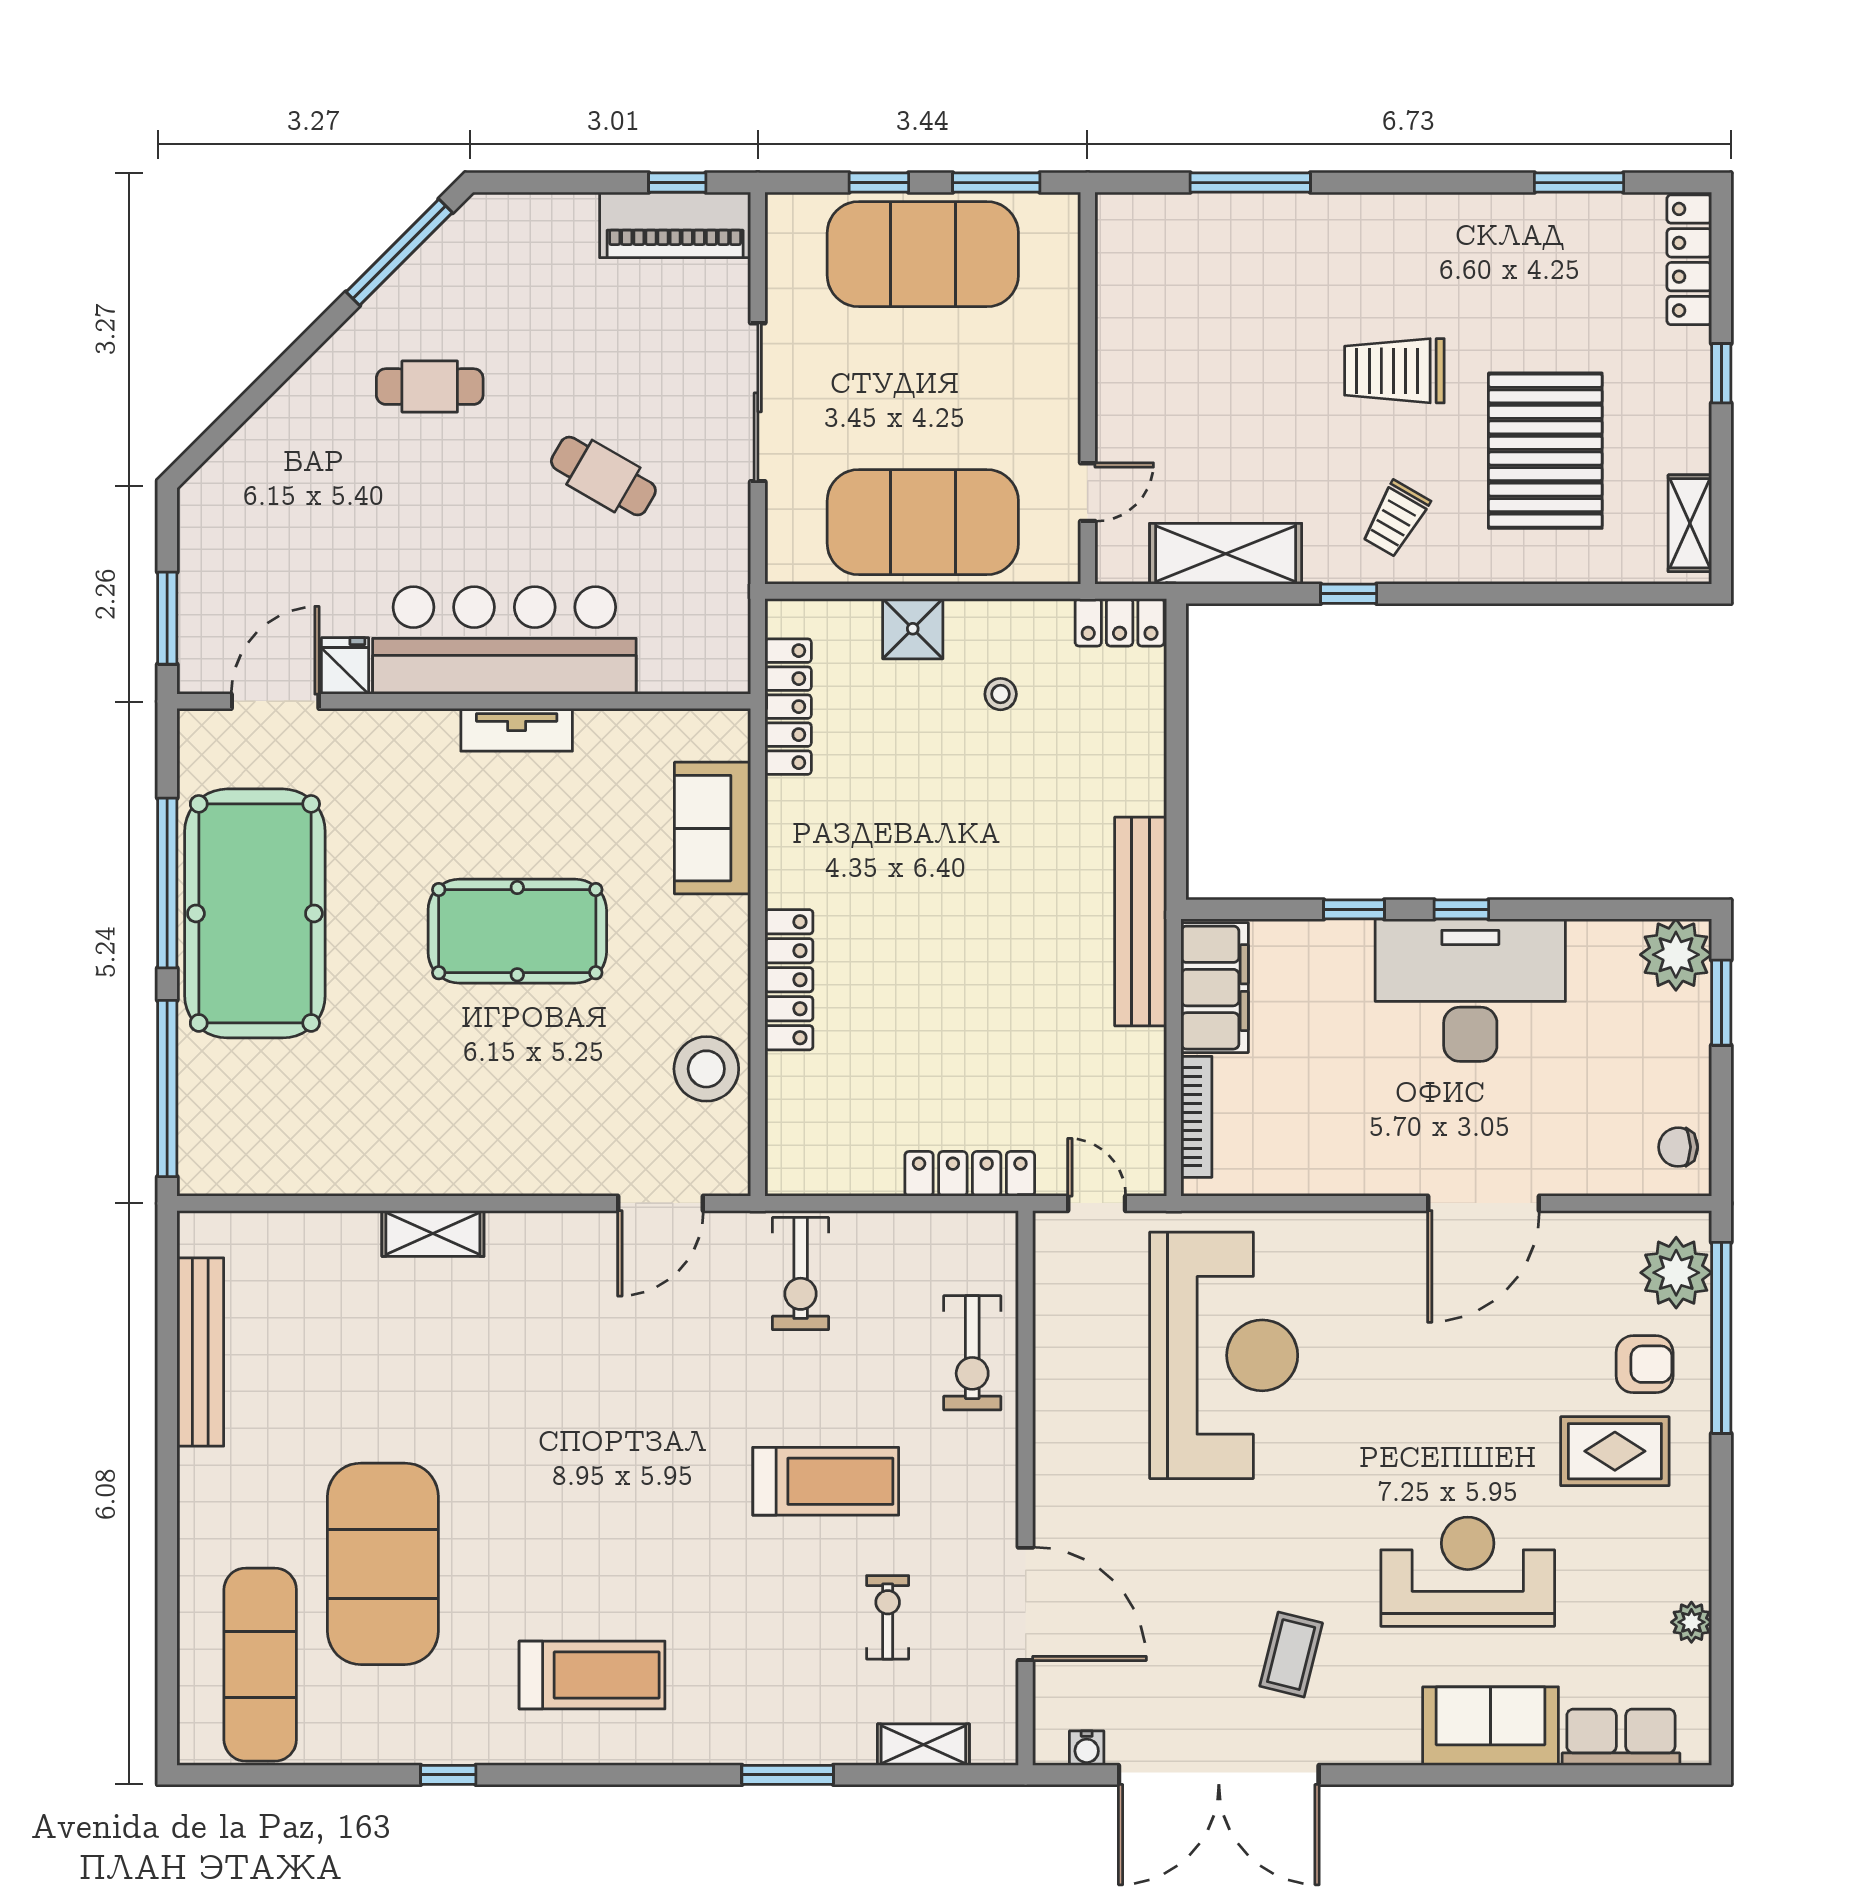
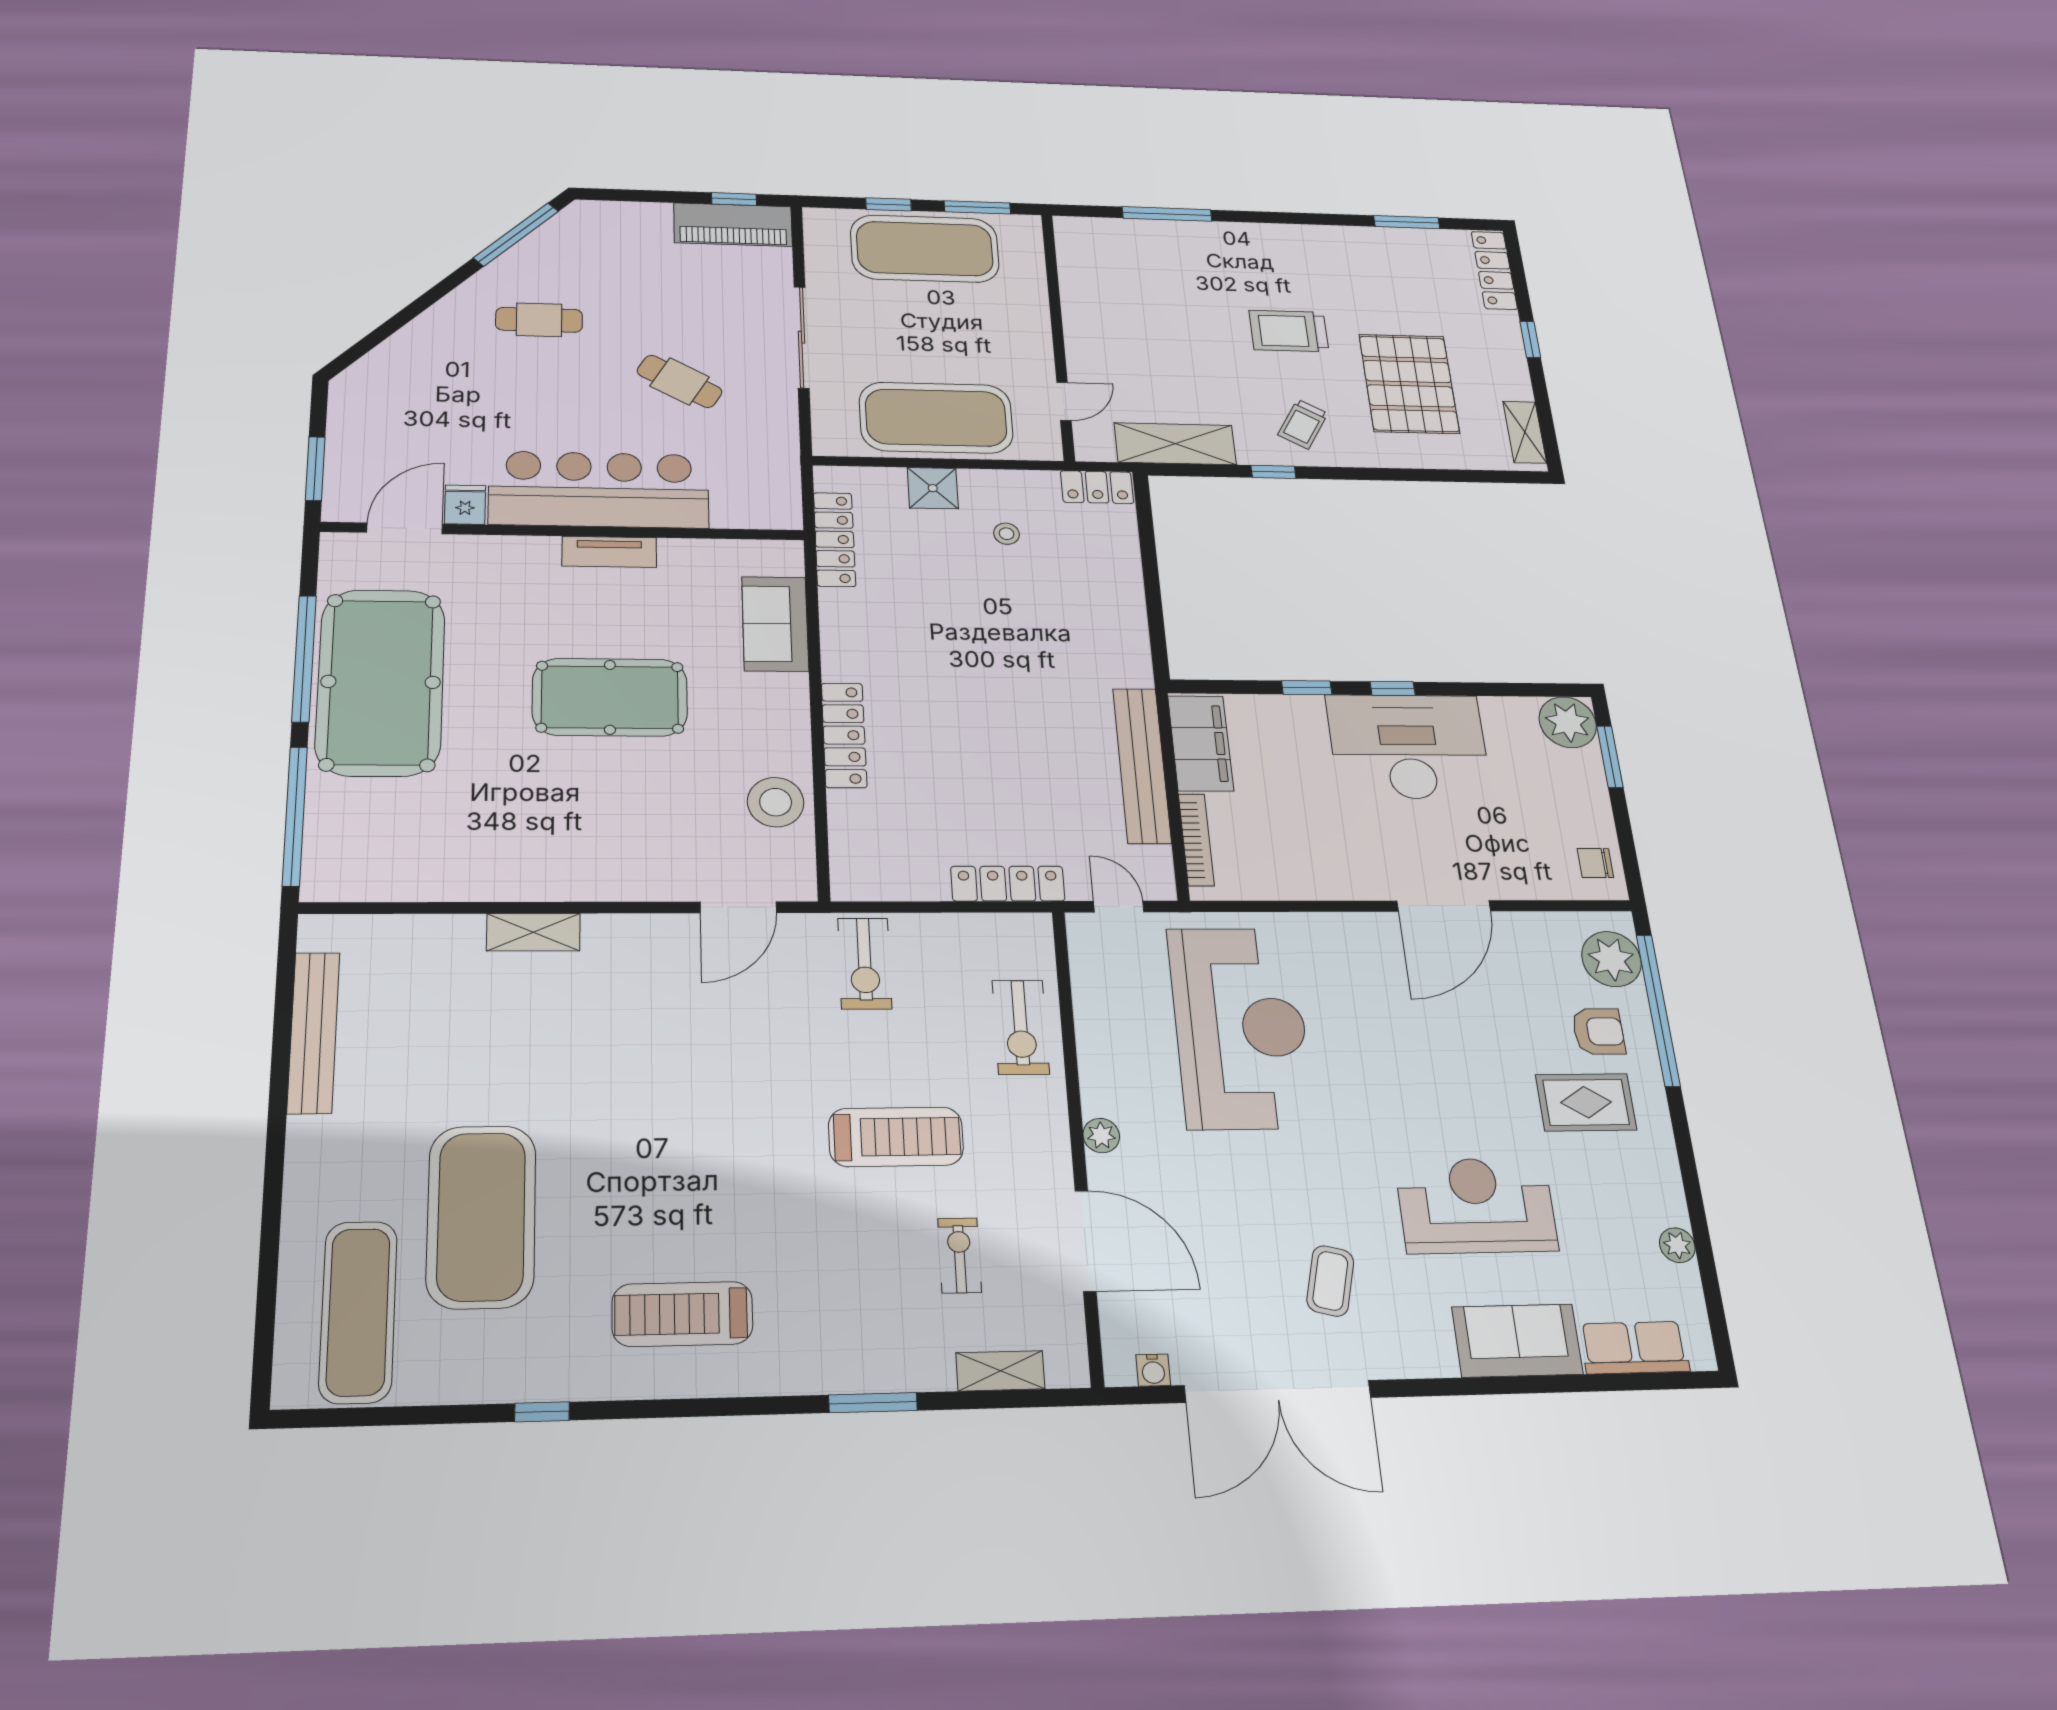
bench: (1141, 921) -> (1142, 765), moved
plant: (1053, 1483) -> (1101, 1135), added
treadmill: (592, 1675) -> (682, 1314), turned 180

